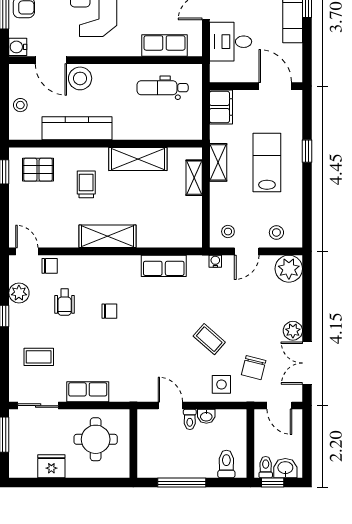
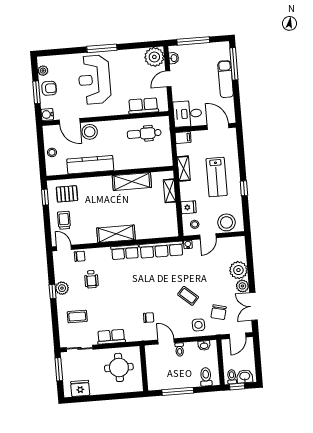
desk: (231, 42) -> (187, 114), moved
filing cabinet: (221, 107) -> (183, 137), width x0.50
window: (307, 151) -> (244, 188), moved
shelving: (218, 162) -> (184, 169), moved
lab bench: (267, 162) -> (217, 177), turned 180
trolley: (86, 184) -> (64, 220), moved
fridge: (221, 205) -> (188, 207), added
stool: (276, 232) -> (226, 222), width x1.89, depth x1.89
row of seats: (119, 265) -> (125, 252), added
row of seats: (164, 266) -> (161, 250), width x1.48
plant: (289, 269) -> (238, 270), moved
plant: (19, 293) -> (62, 288), moved
chair: (109, 311) -> (149, 318), moved
door: (279, 406) -> (238, 336), hinge flipped
washbasin: (206, 416) -> (204, 345), moved
fridge: (51, 466) -> (80, 388), moved

